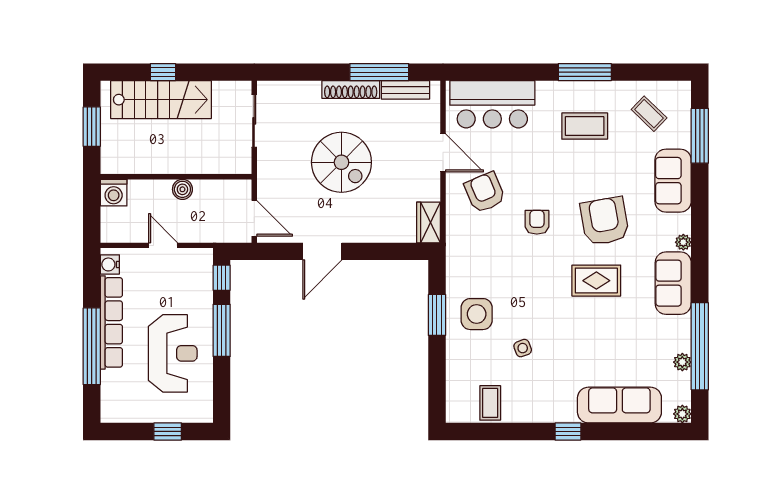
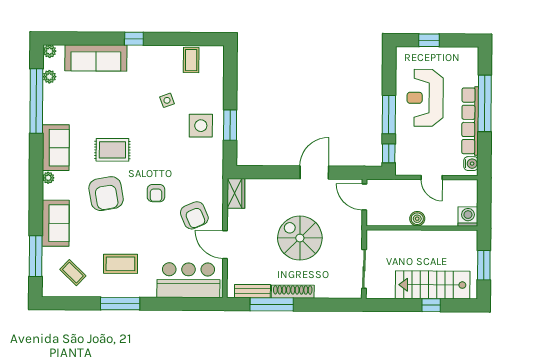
plant: (682, 362) -> (49, 77), moved

